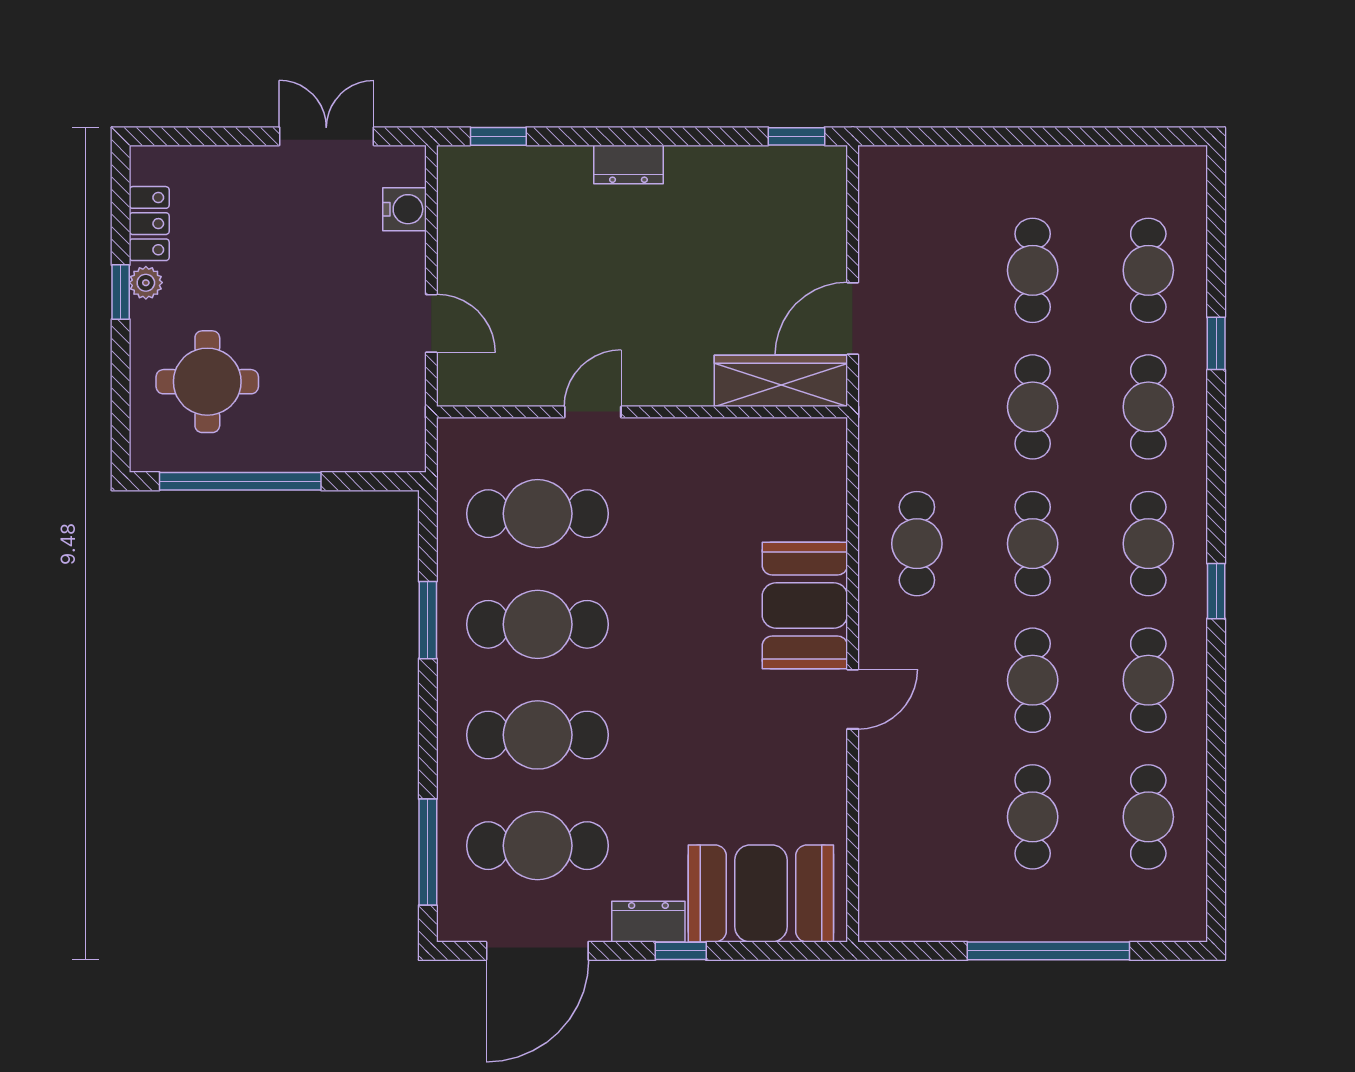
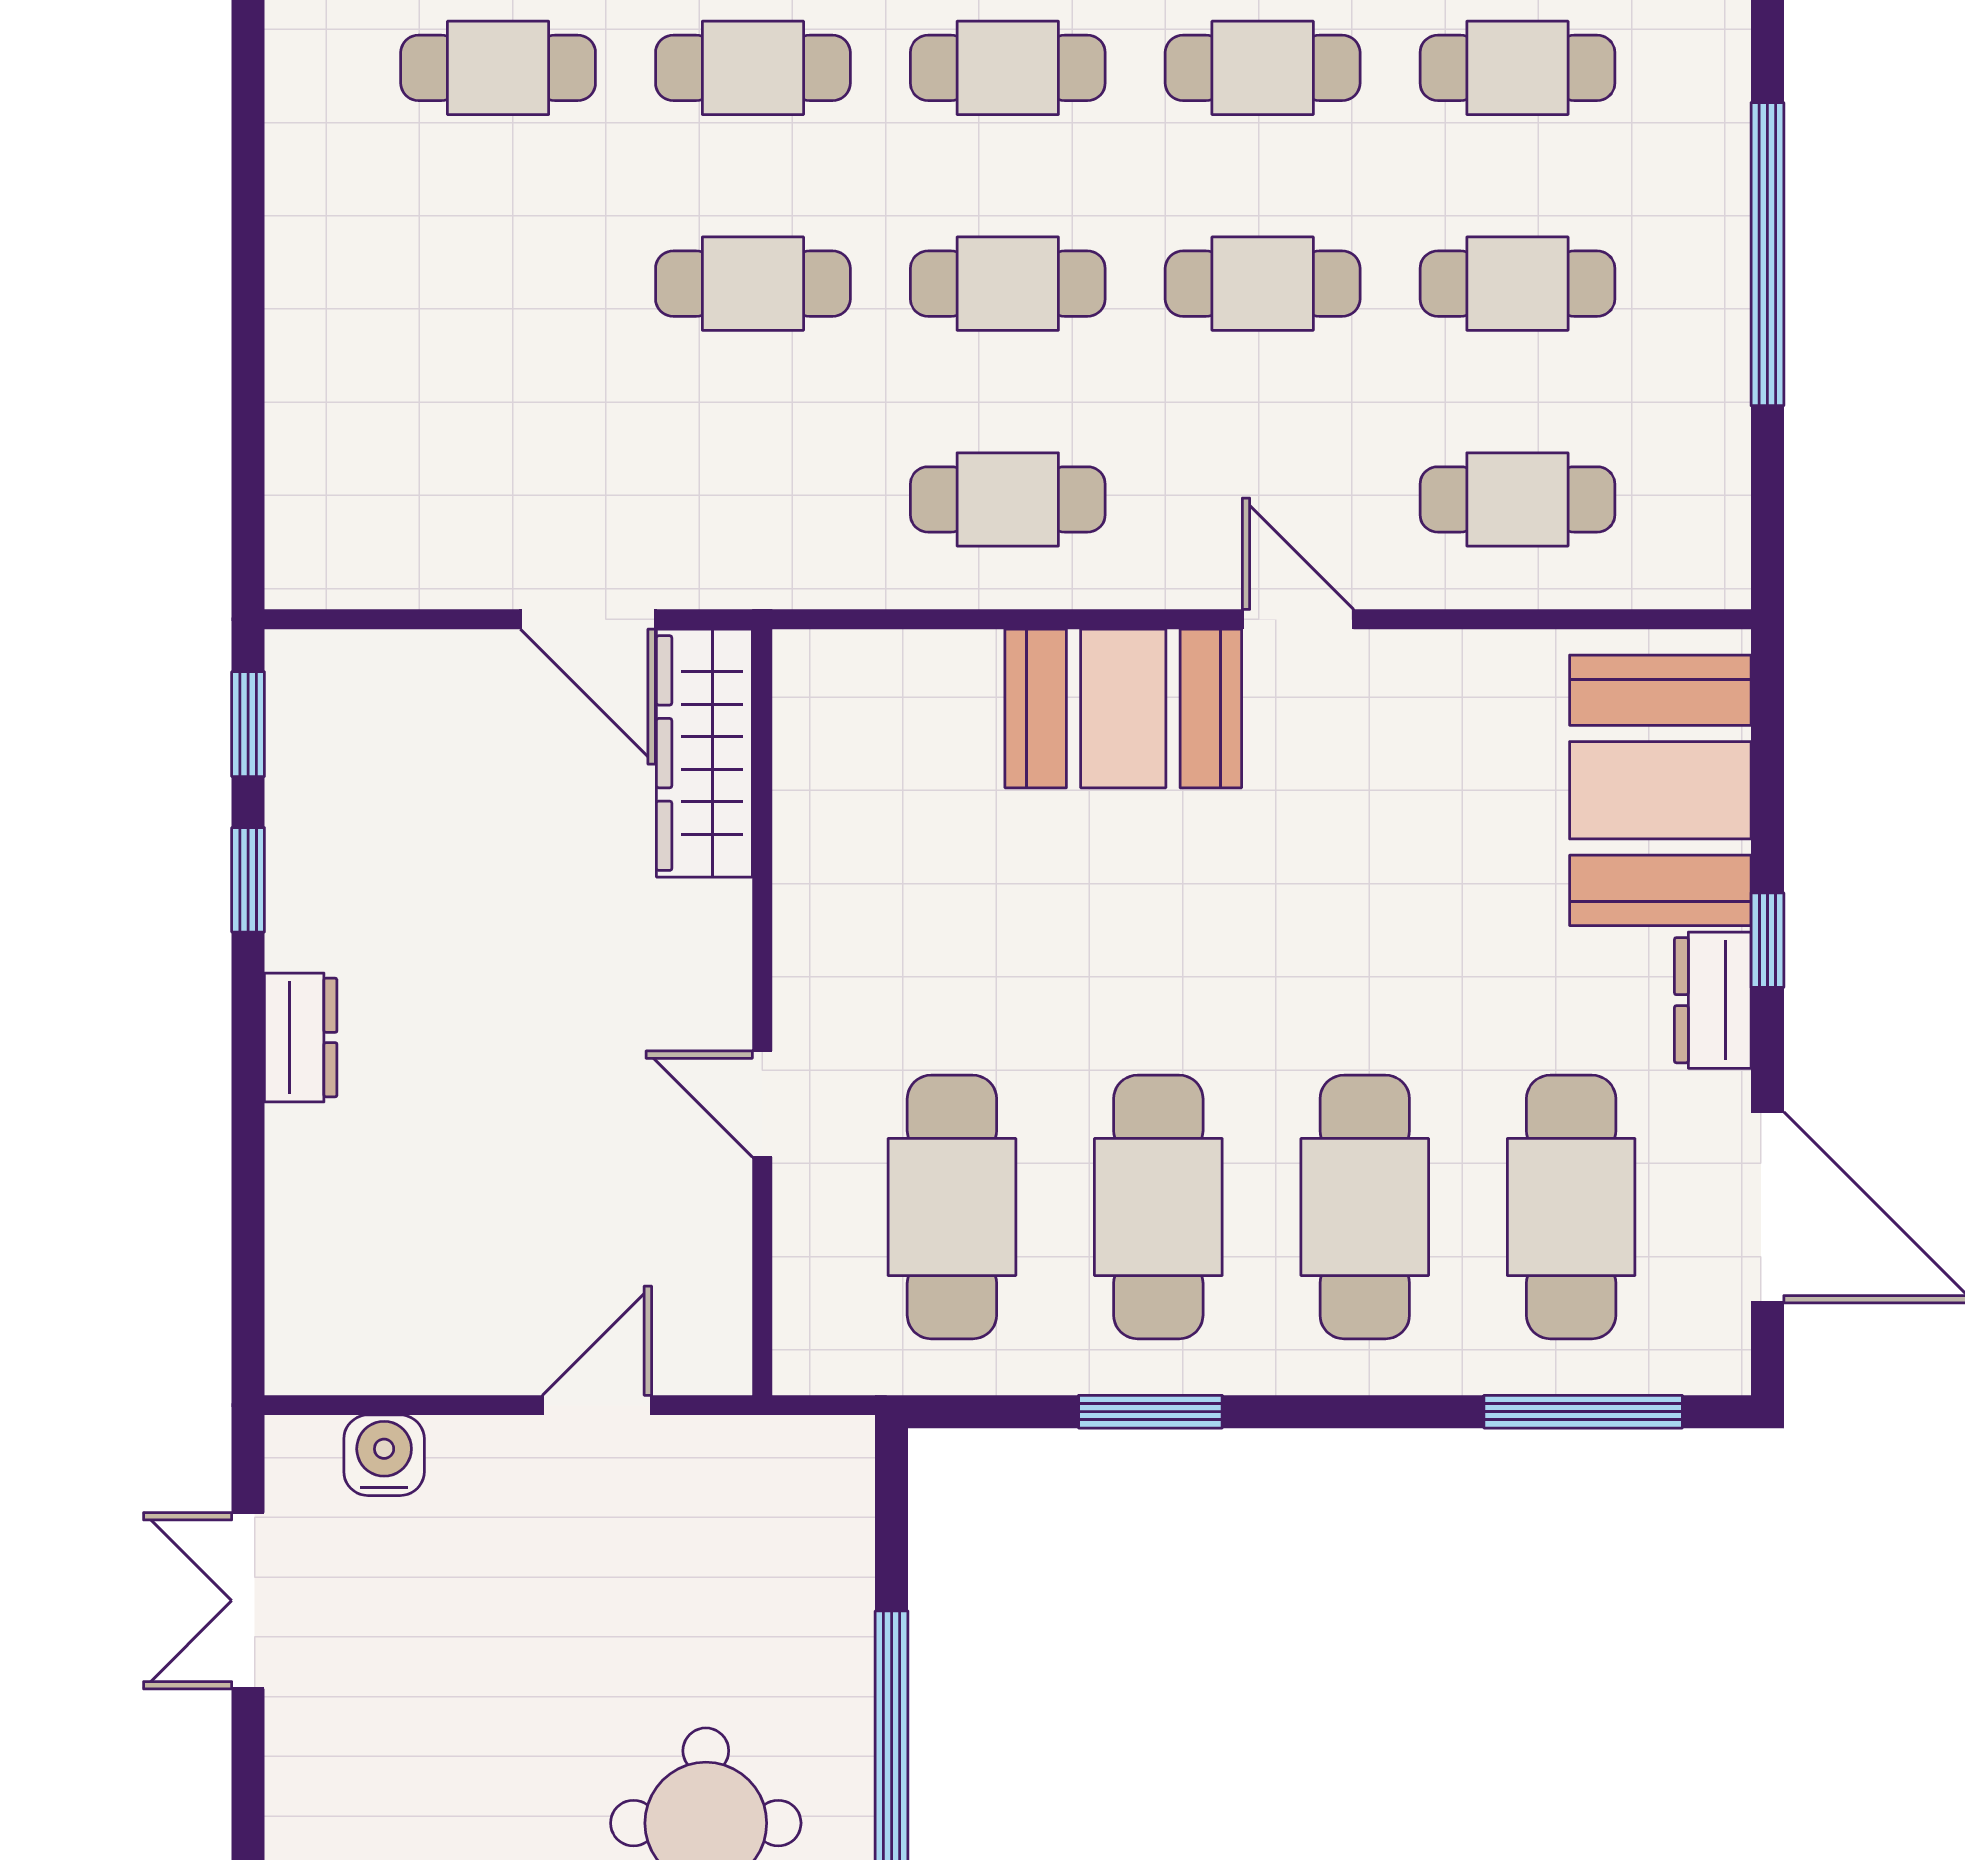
window: (498, 136) -> (248, 880), moved
cafe table: (1033, 270) -> (1517, 499), moved

